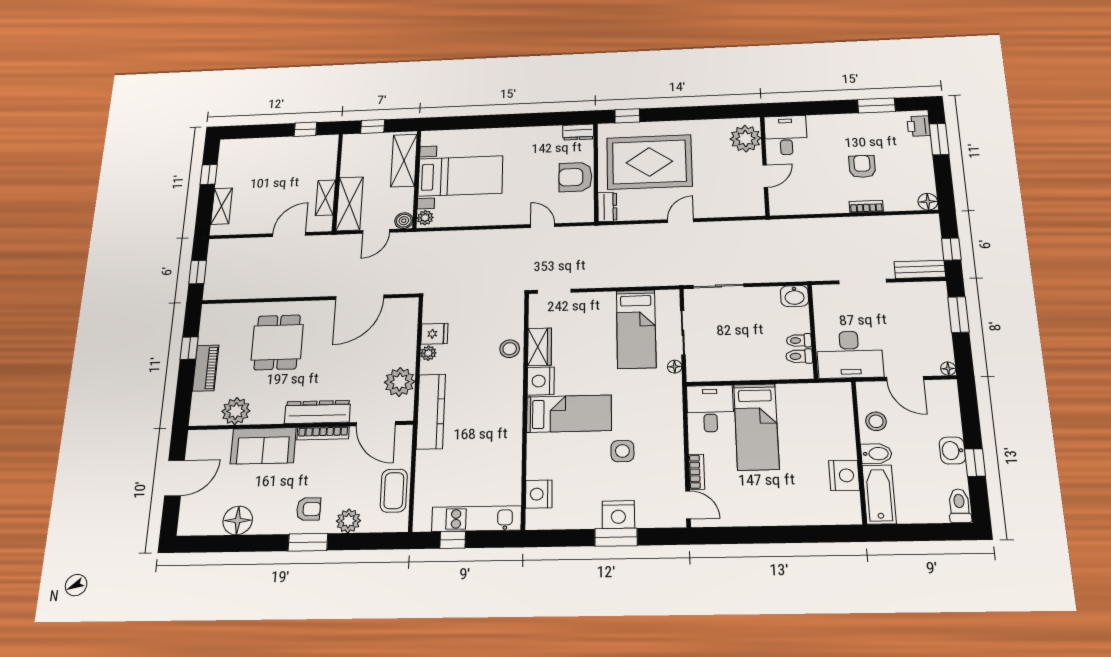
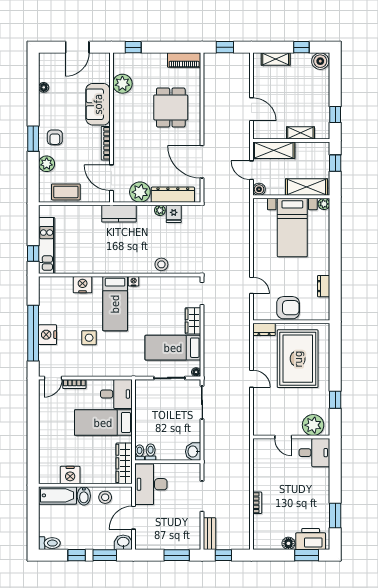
window: (627, 116) -> (335, 400), moved
printer: (919, 126) -> (311, 539), width x1.87, depth x1.48
dresser: (578, 132) -> (324, 286), moved
boiler: (230, 150) -> (320, 61), added
armchair: (862, 166) -> (288, 502), removed
armchair: (575, 177) -> (288, 308), turned 90
shelving: (325, 198) -> (300, 133), moved
floor lamp: (928, 202) -> (288, 543), moved
plant: (425, 218) -> (324, 204), moved
door: (543, 226) -> (251, 285), hinge flipped
toilet: (799, 340) -> (140, 453), moved
dining table: (277, 342) -> (171, 107), turned 90
wardrobe: (540, 347) -> (193, 321), moved, turned 90
window: (189, 348) -> (133, 47), moved
floor lamp: (675, 367) -> (196, 372), moved
piano: (206, 368) -> (184, 60), moved
floor lamp: (948, 369) -> (139, 545), removed
nightstand: (541, 381) -> (134, 281), width x0.53, depth x0.56
wardrobe: (819, 394) -> (124, 463), added
kitchen counter: (431, 411) -> (119, 214), width x0.67
dresser: (317, 412) -> (173, 195), moved, turned -90
window: (970, 420) -> (105, 555), added
door: (376, 424) -> (111, 178), hinge flipped
washbasin: (952, 450) -> (123, 542), moved
door: (175, 478) -> (77, 47), hinge flipped
nightstand: (539, 494) -> (83, 285), moved
floor lamp: (238, 520) -> (44, 87), width x0.53, depth x0.53
window: (616, 537) -> (33, 333), width x2.11
window: (453, 540) -> (33, 254), moved

